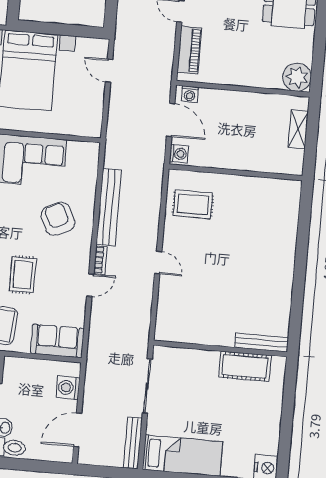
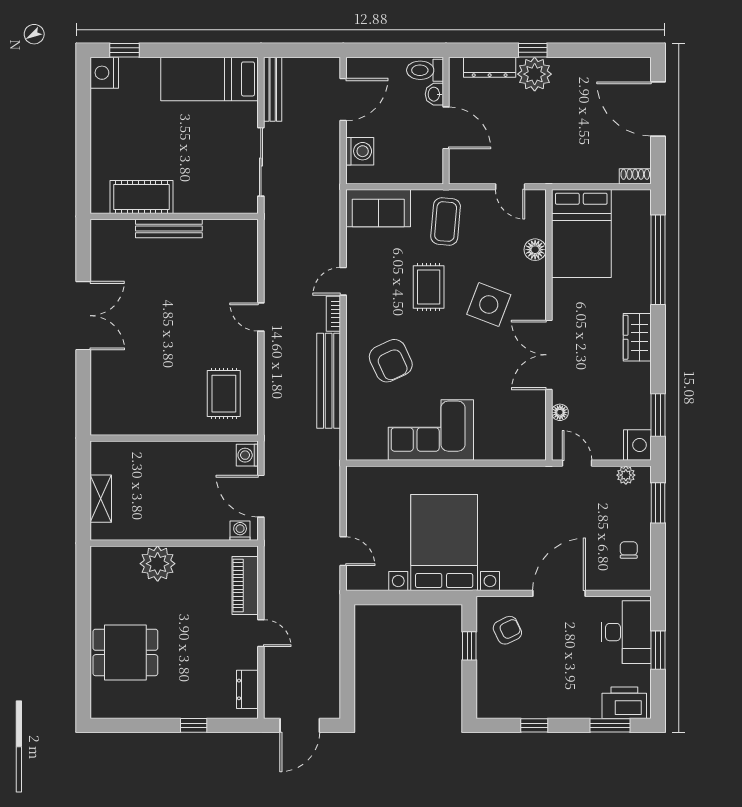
plant: (297, 77) -> (158, 564), moved
rug: (193, 204) -> (224, 394), turned 90
double door: (299, 276) -> (83, 316), added
bench: (261, 343) -> (169, 228), moved

